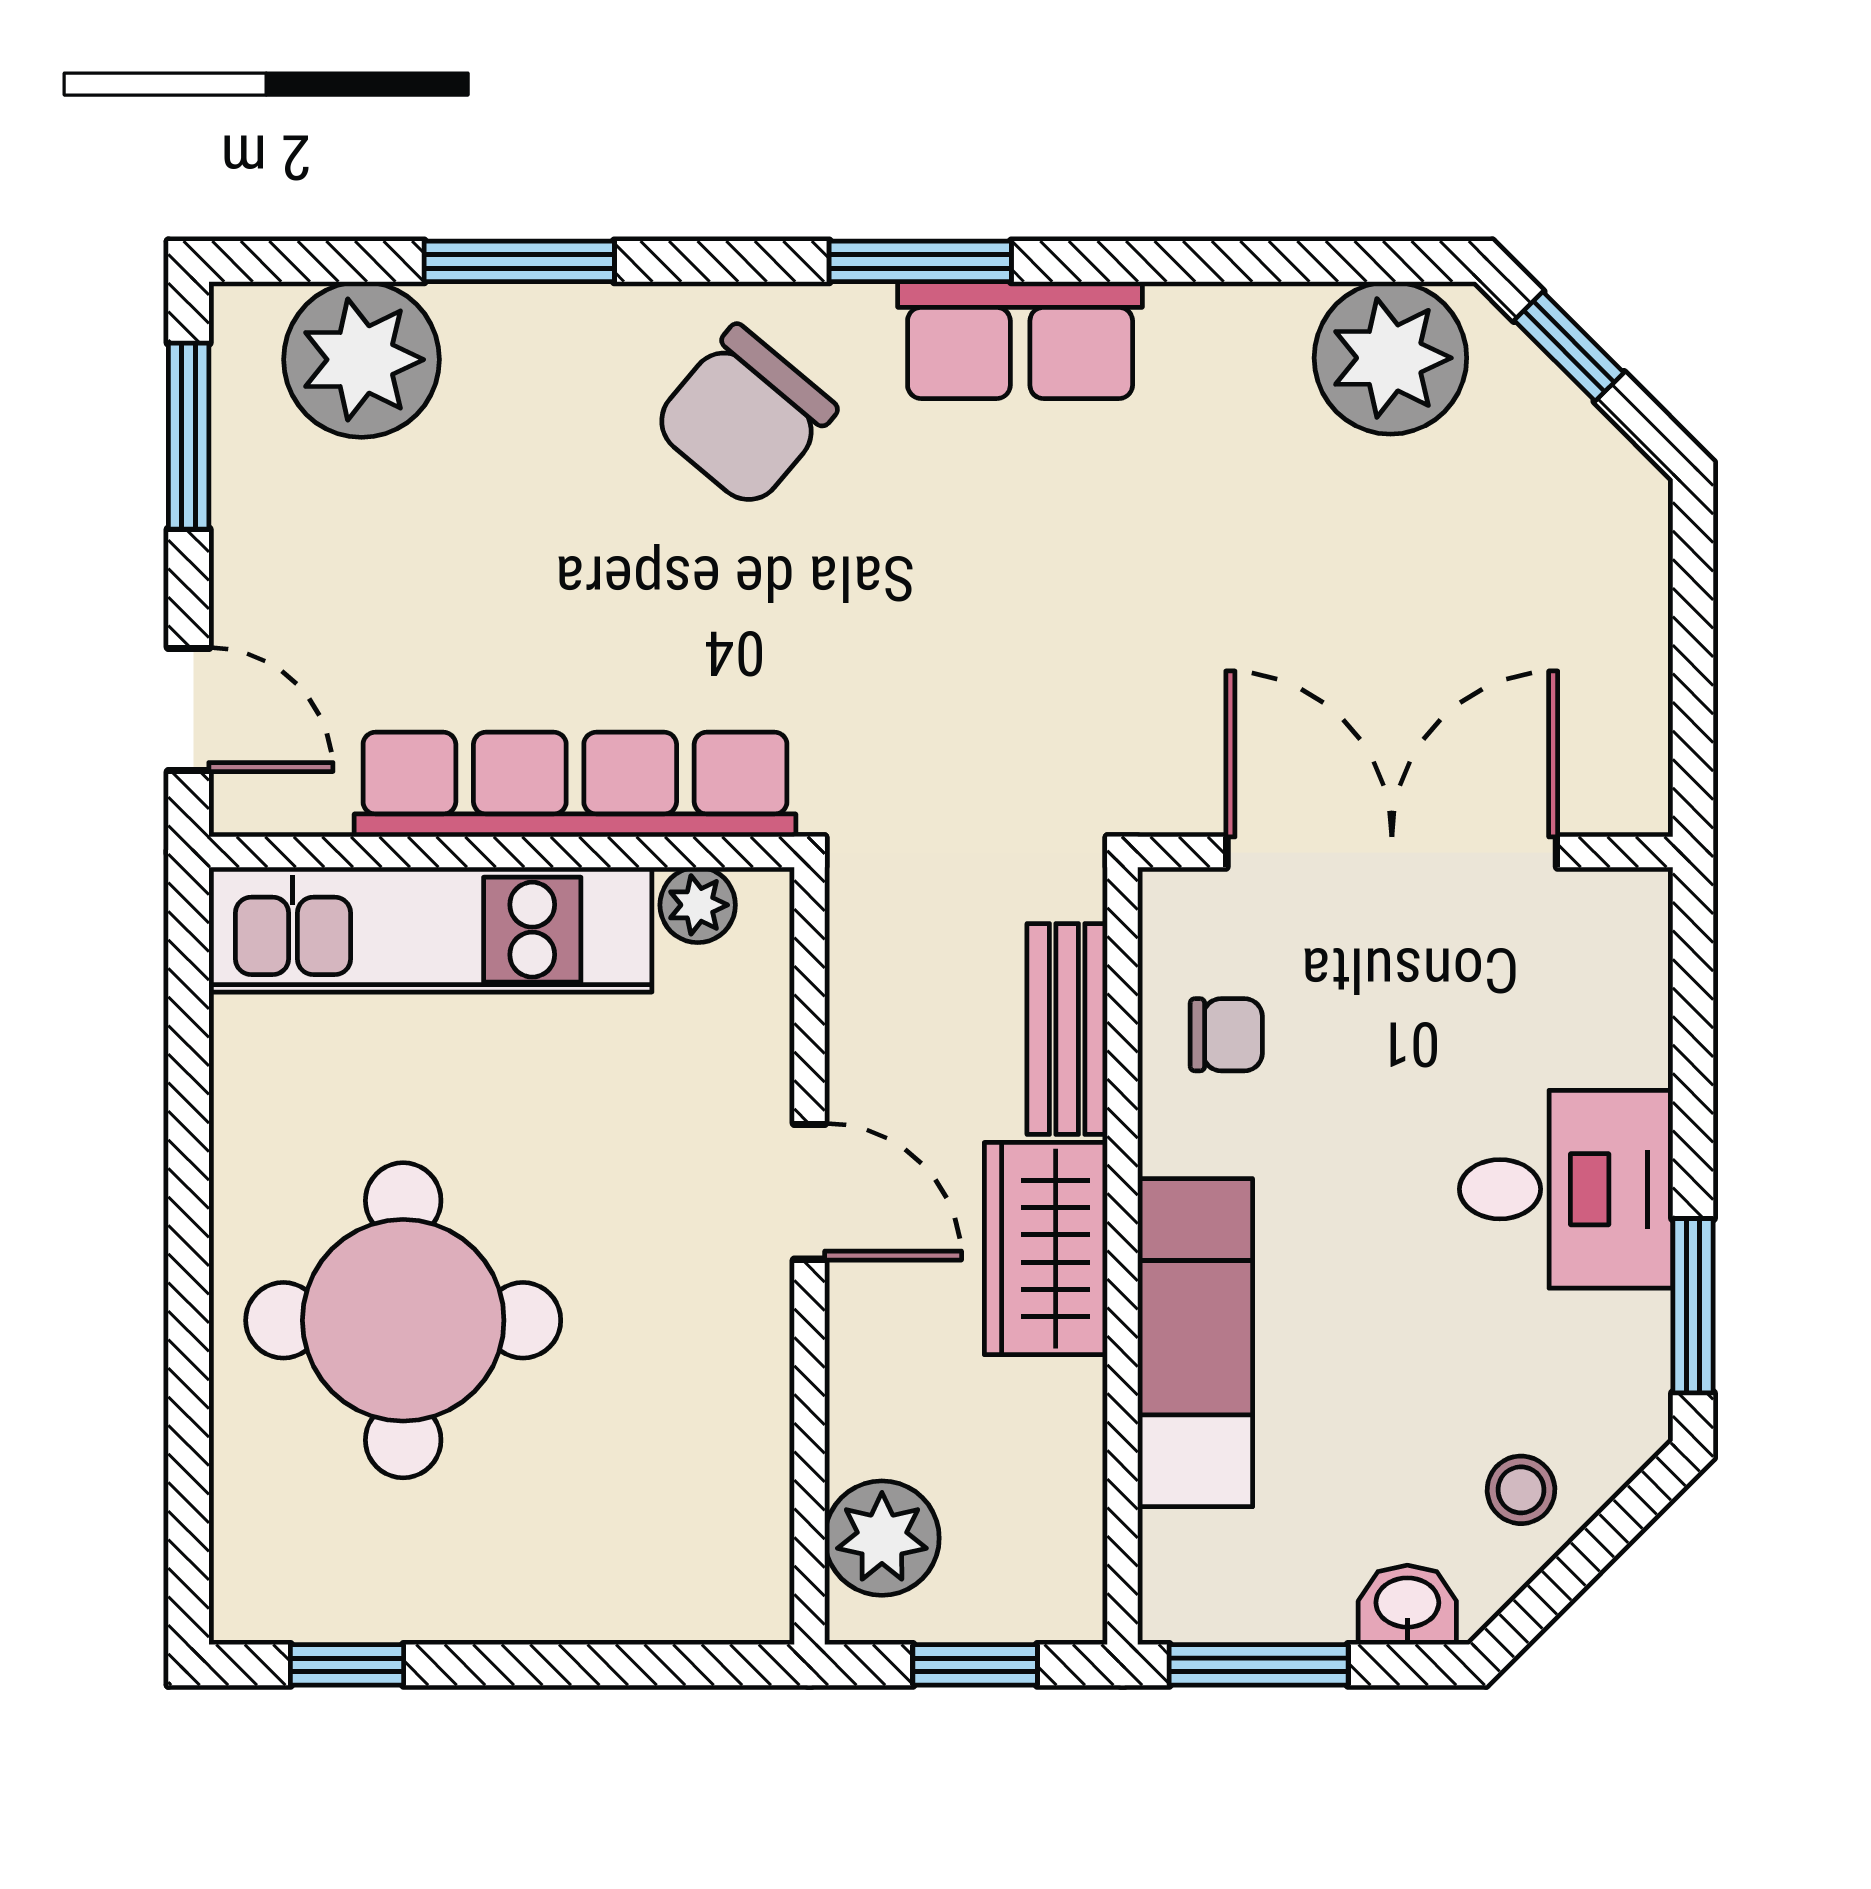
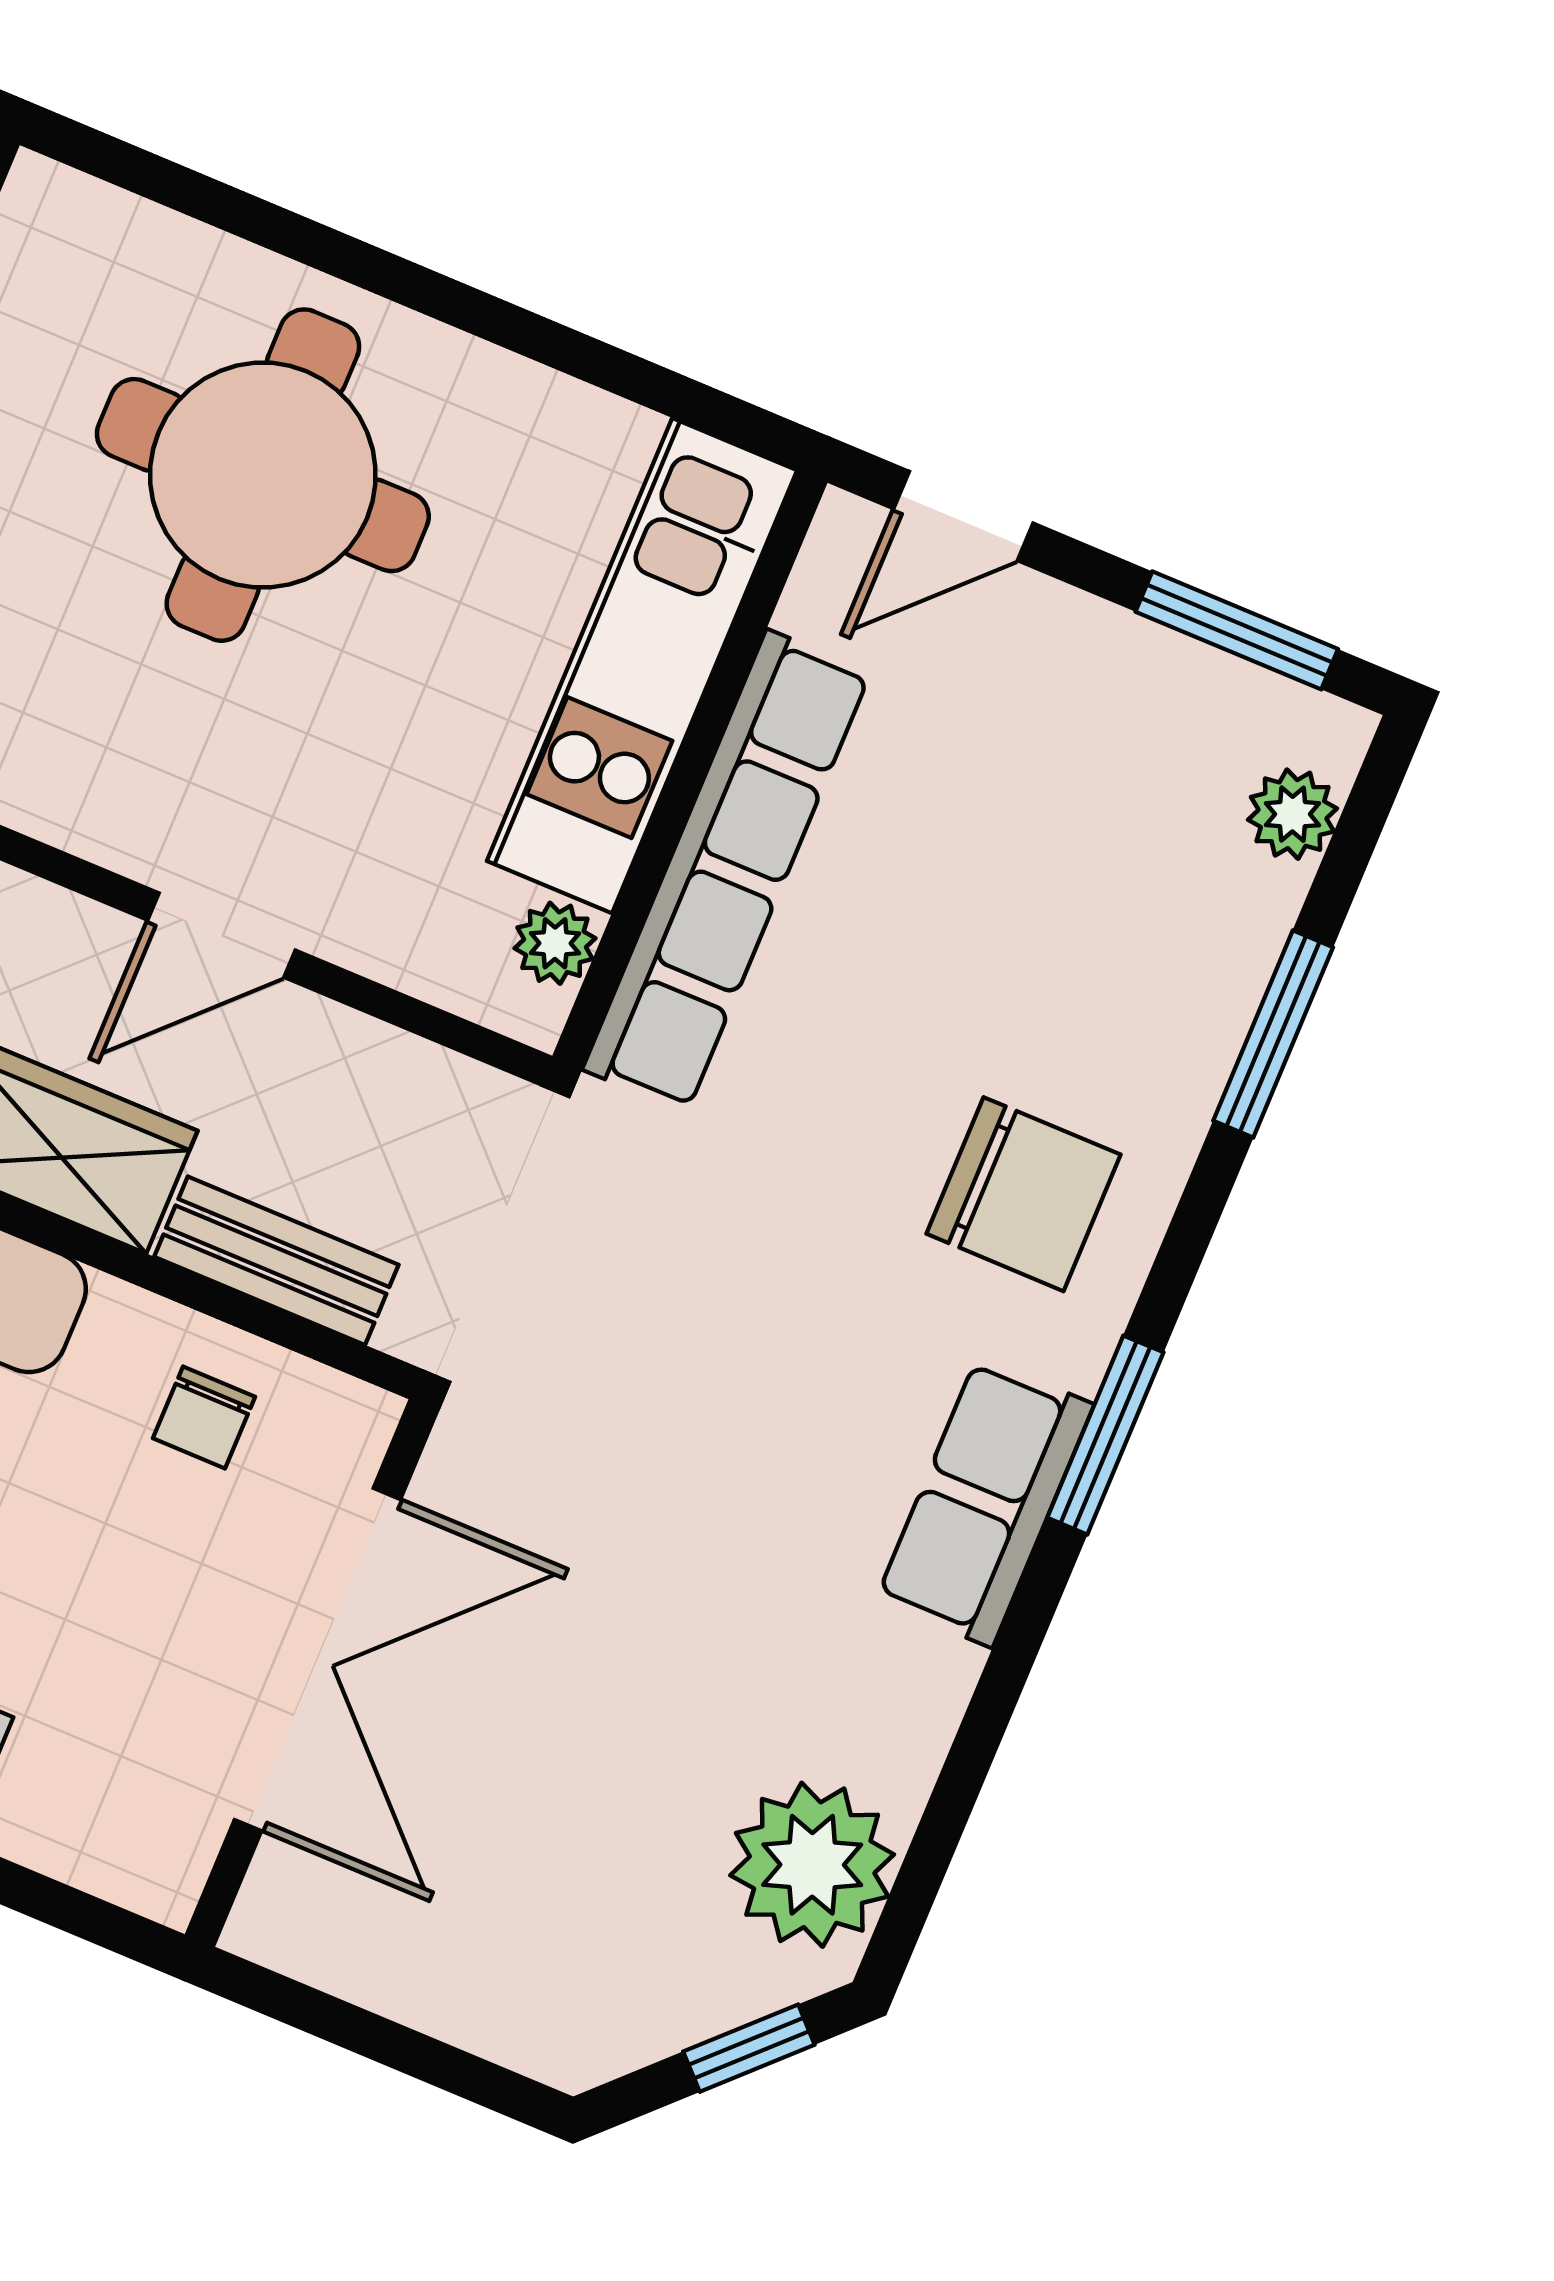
plant: (362, 360) -> (1292, 814), width x0.53, depth x0.53
chair: (744, 417) -> (1024, 1194), turned 140

